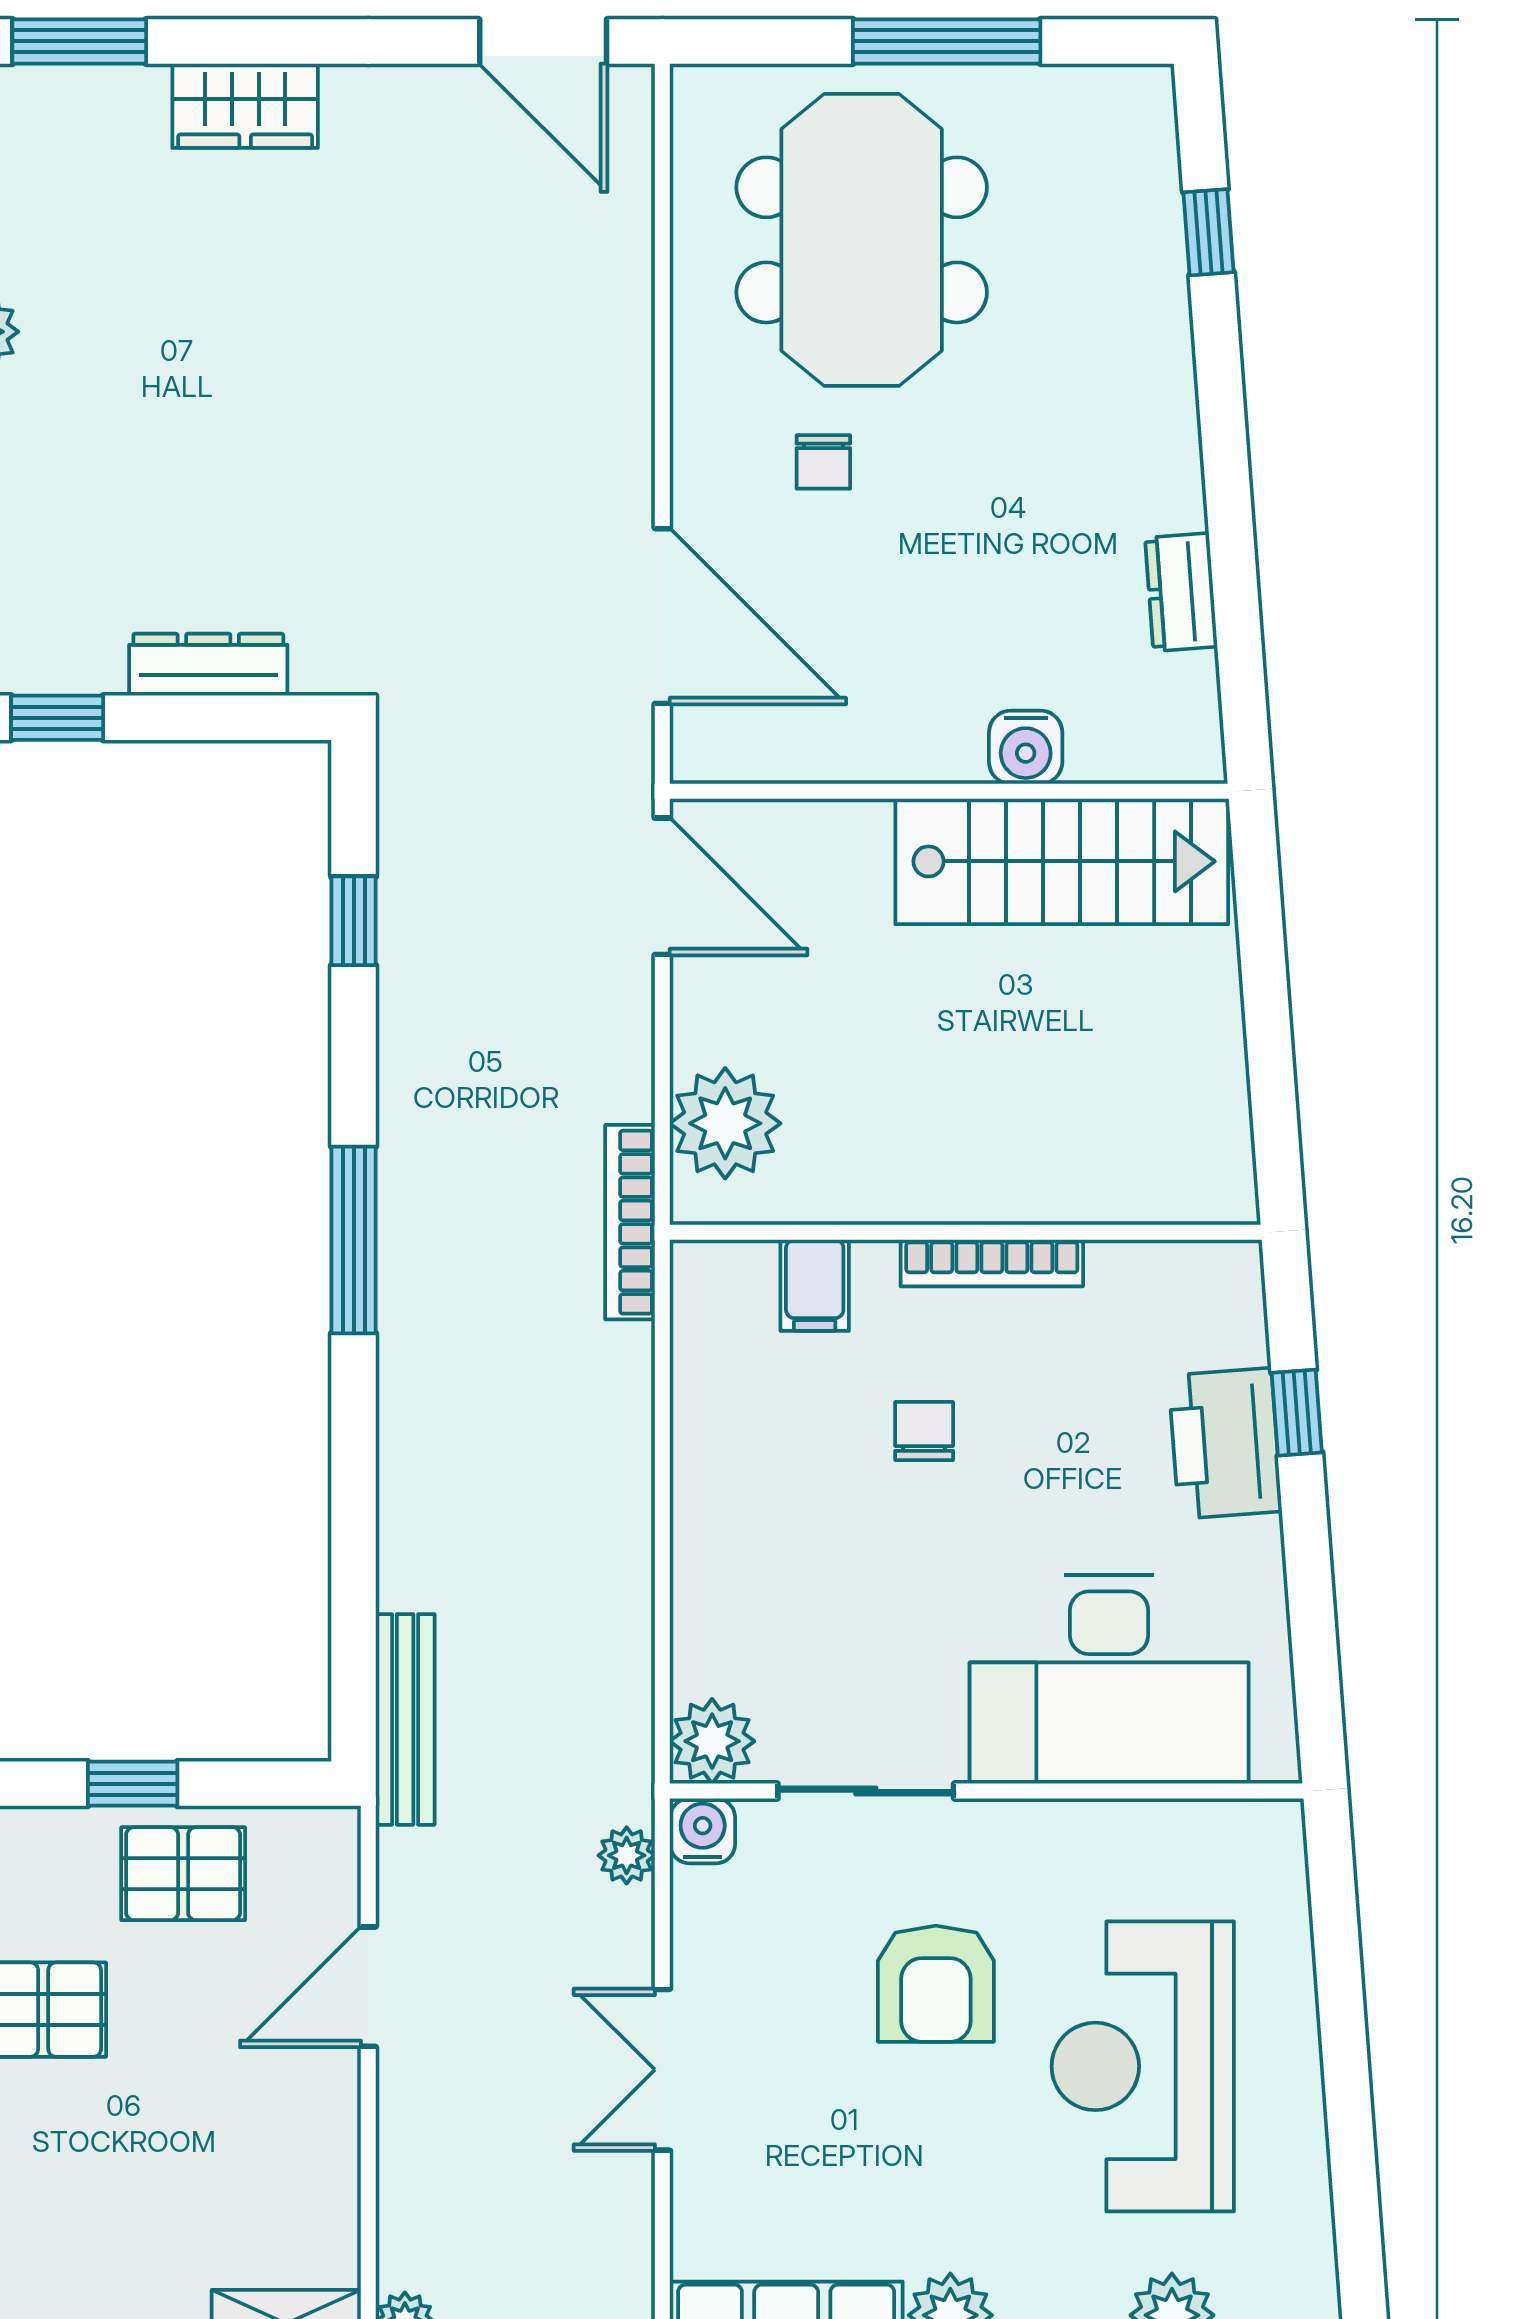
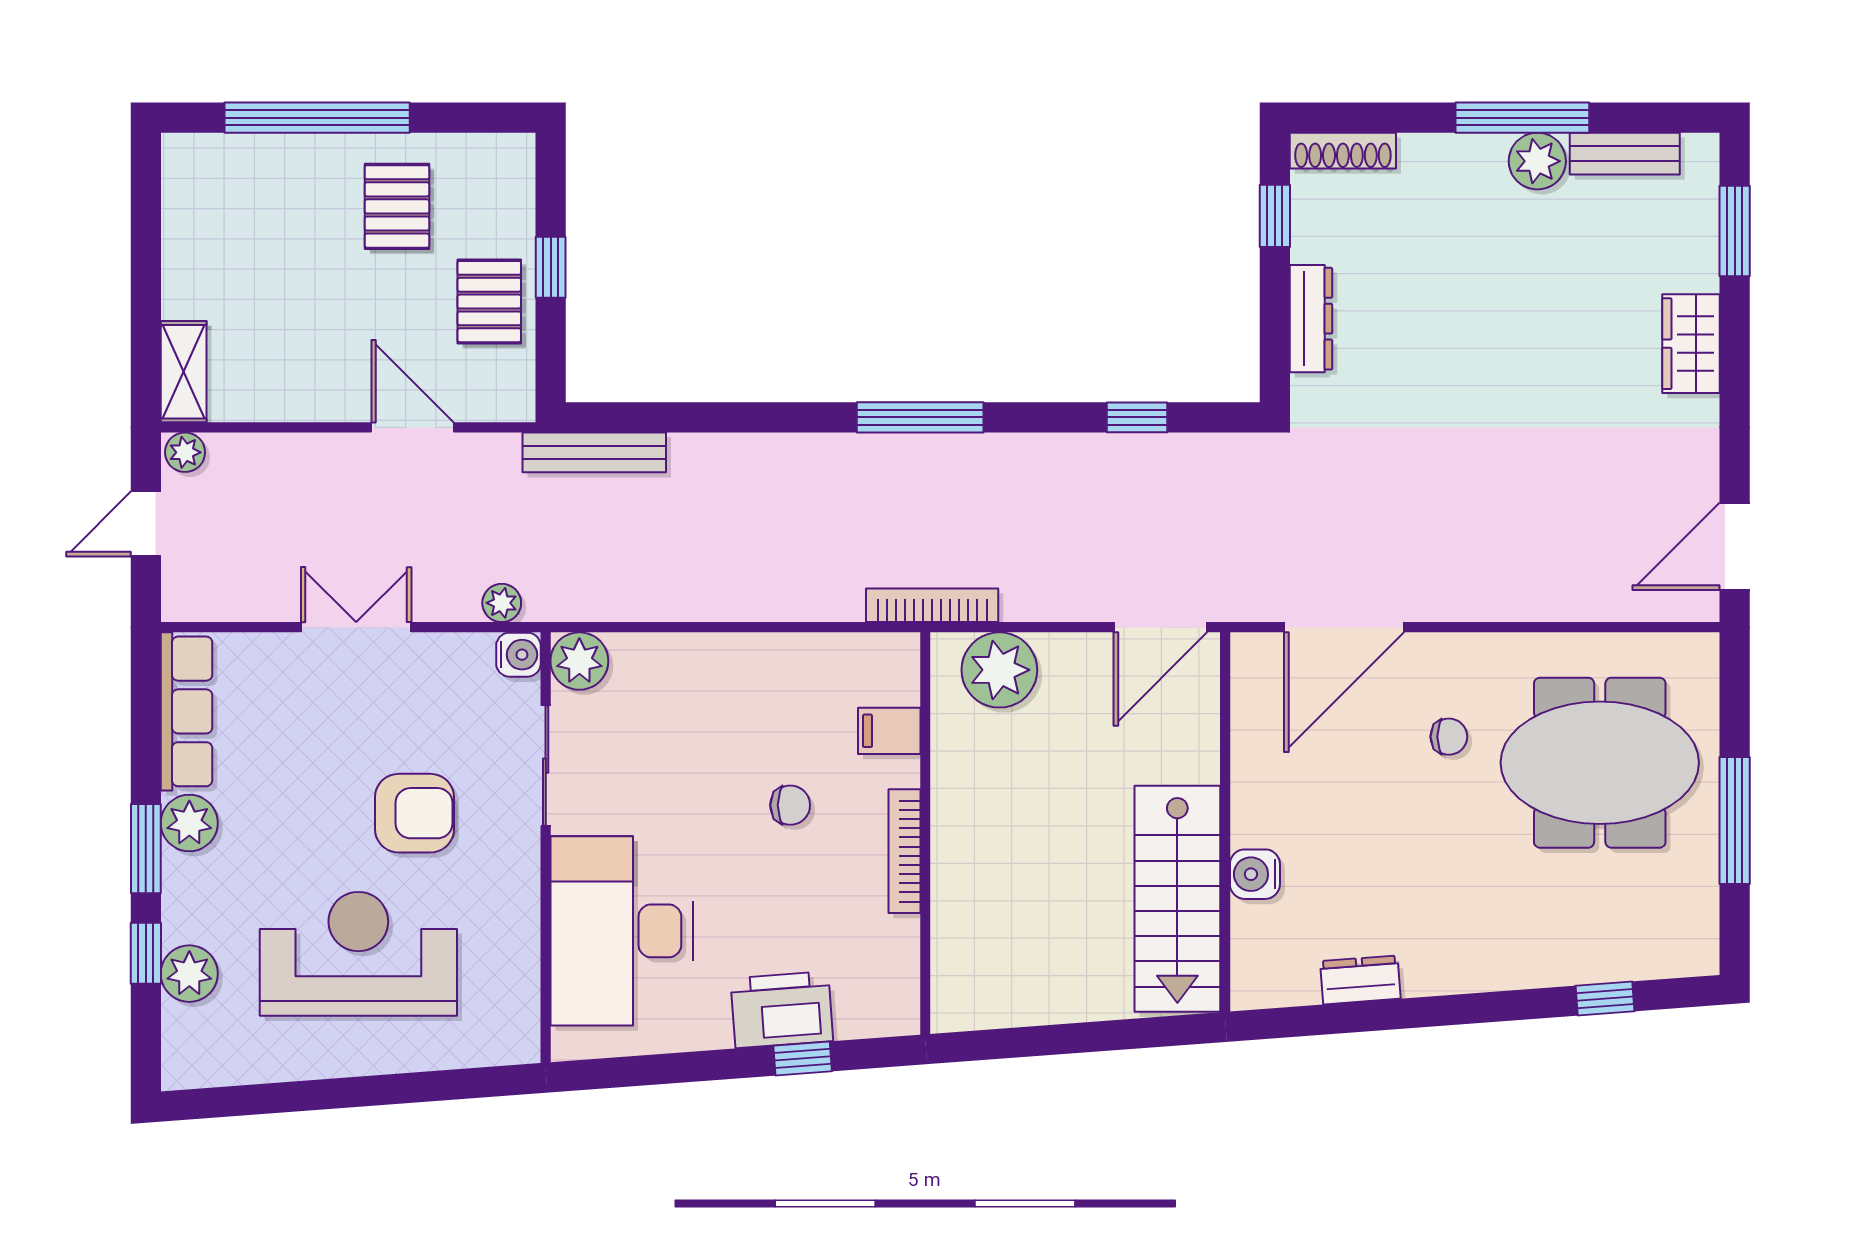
chair: (823, 462) -> (1449, 737), turned 180
armchair: (936, 1984) -> (415, 813), turned 180

